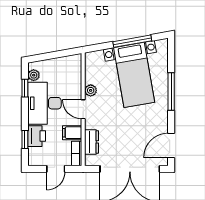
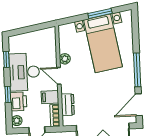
window: (132, 41) -> (100, 13), width x0.69
plant: (34, 75) -> (17, 121), moved
window: (171, 92) -> (137, 70), moved
window: (25, 140) -> (8, 94), moved

